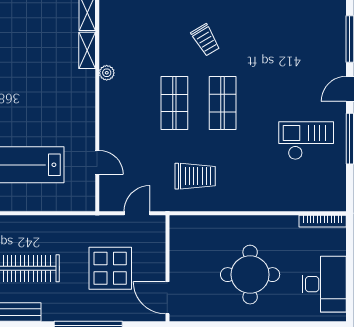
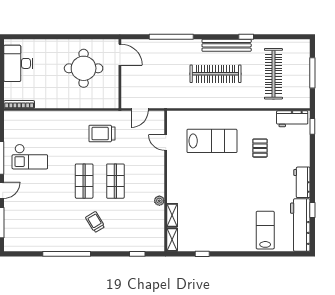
display table: (110, 268) -> (157, 74), removed
round table: (250, 275) -> (84, 68), moved

